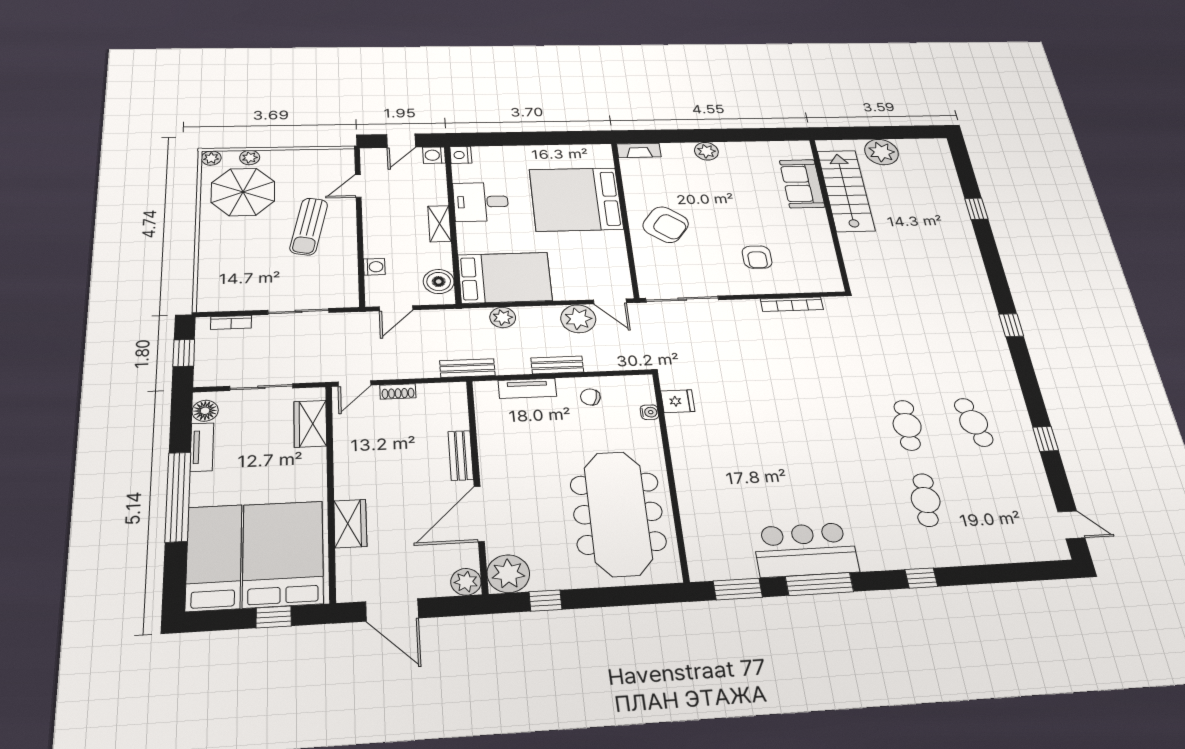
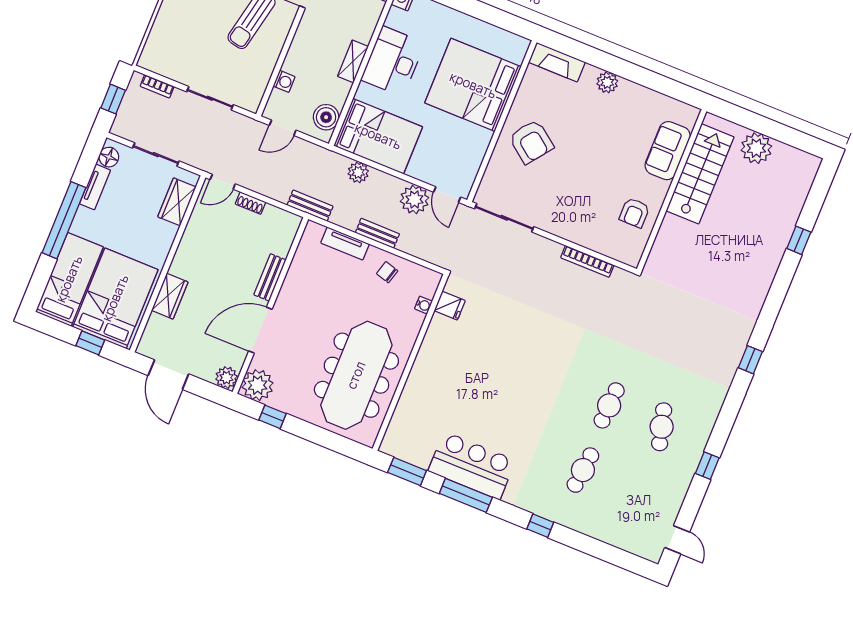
fireplace: (639, 150) -> (557, 62), width x1.37, depth x1.32
desk: (481, 202) -> (393, 61), width x1.37
armchair: (757, 257) -> (634, 213), moved

